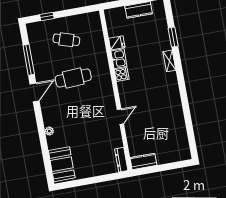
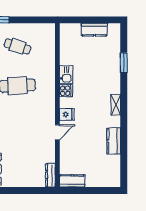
fridge: (117, 43) -> (67, 114), moved
shelving: (169, 61) -> (116, 105), moved
kitchen counter: (177, 115) -> (114, 141), added

